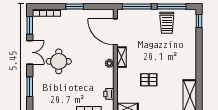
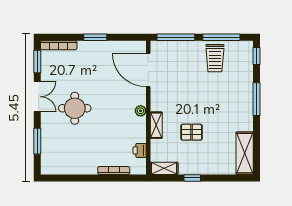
window: (199, 54) -> (257, 99), added
shelving: (122, 57) -> (156, 125), moved

